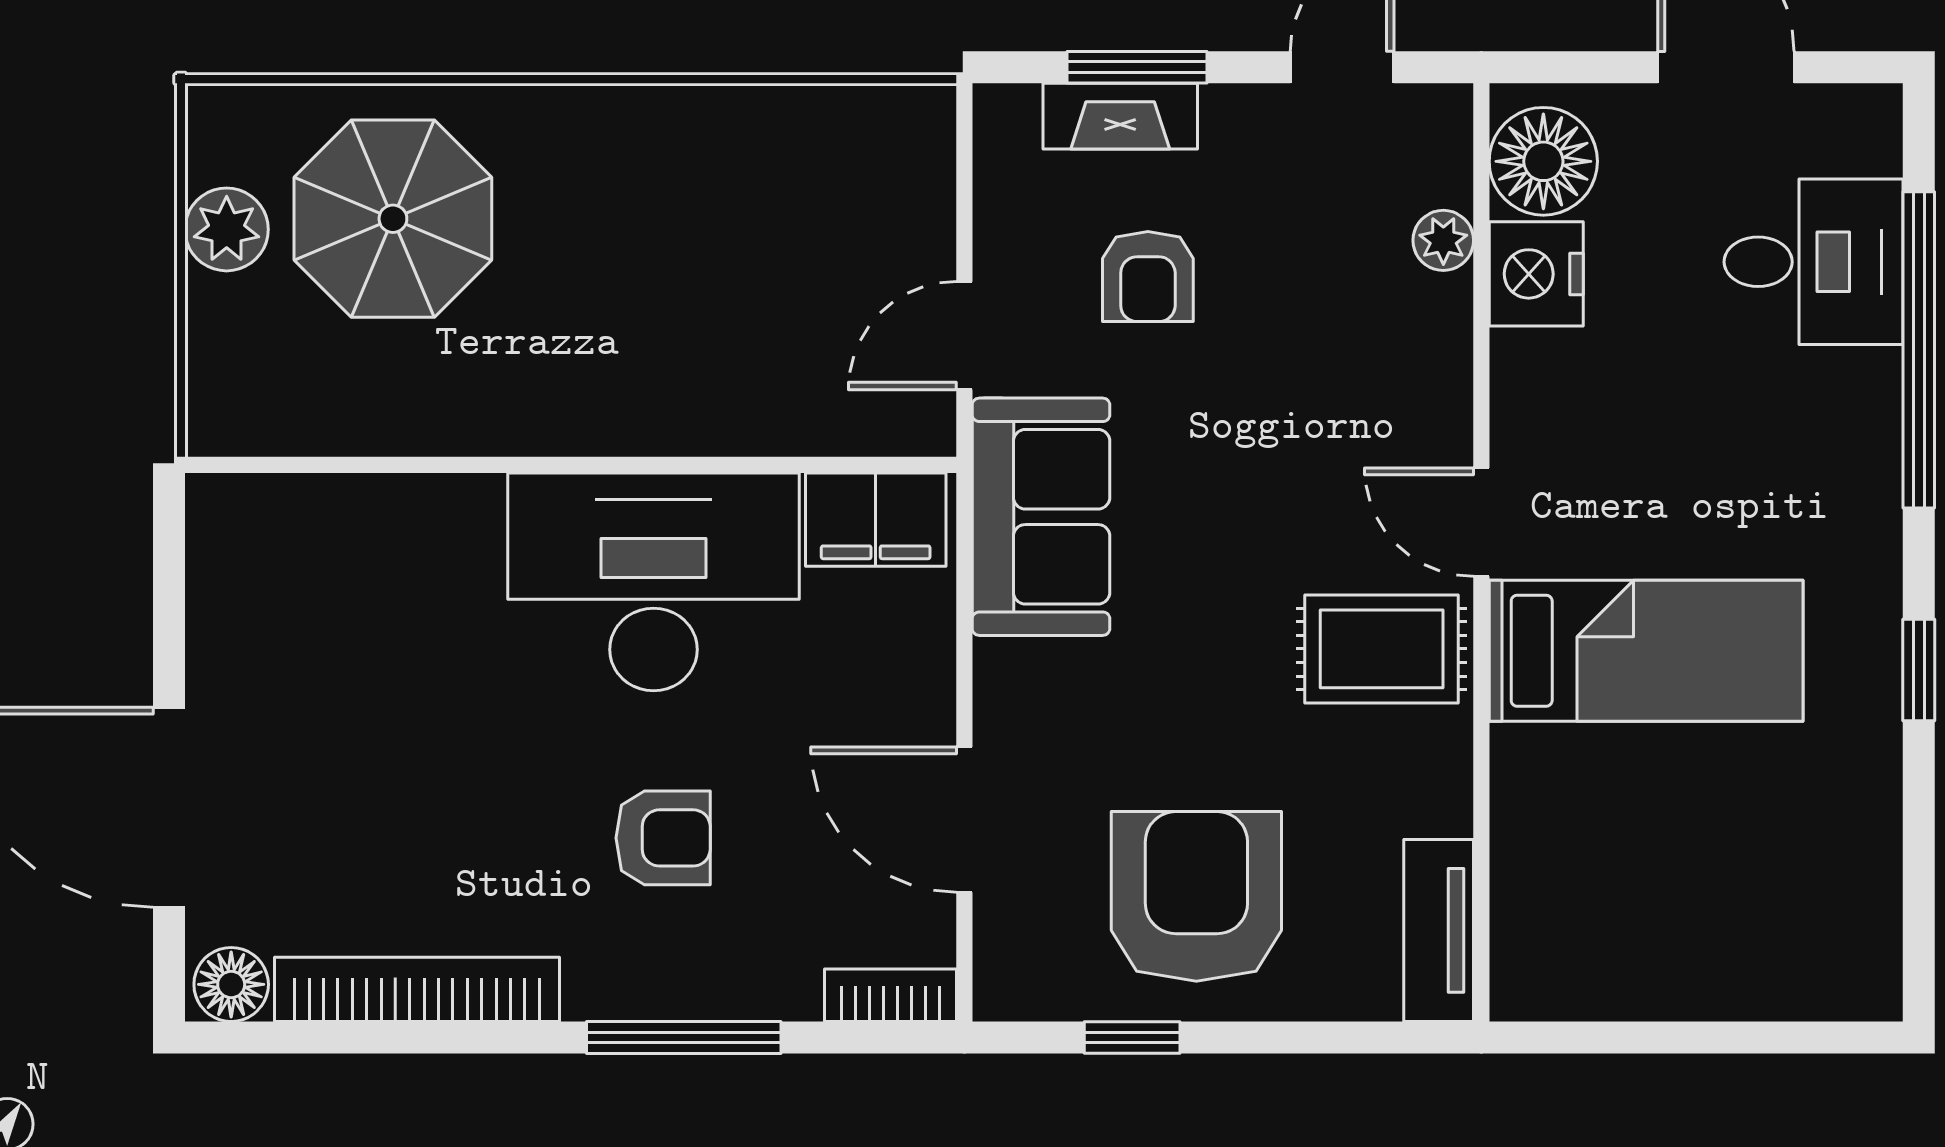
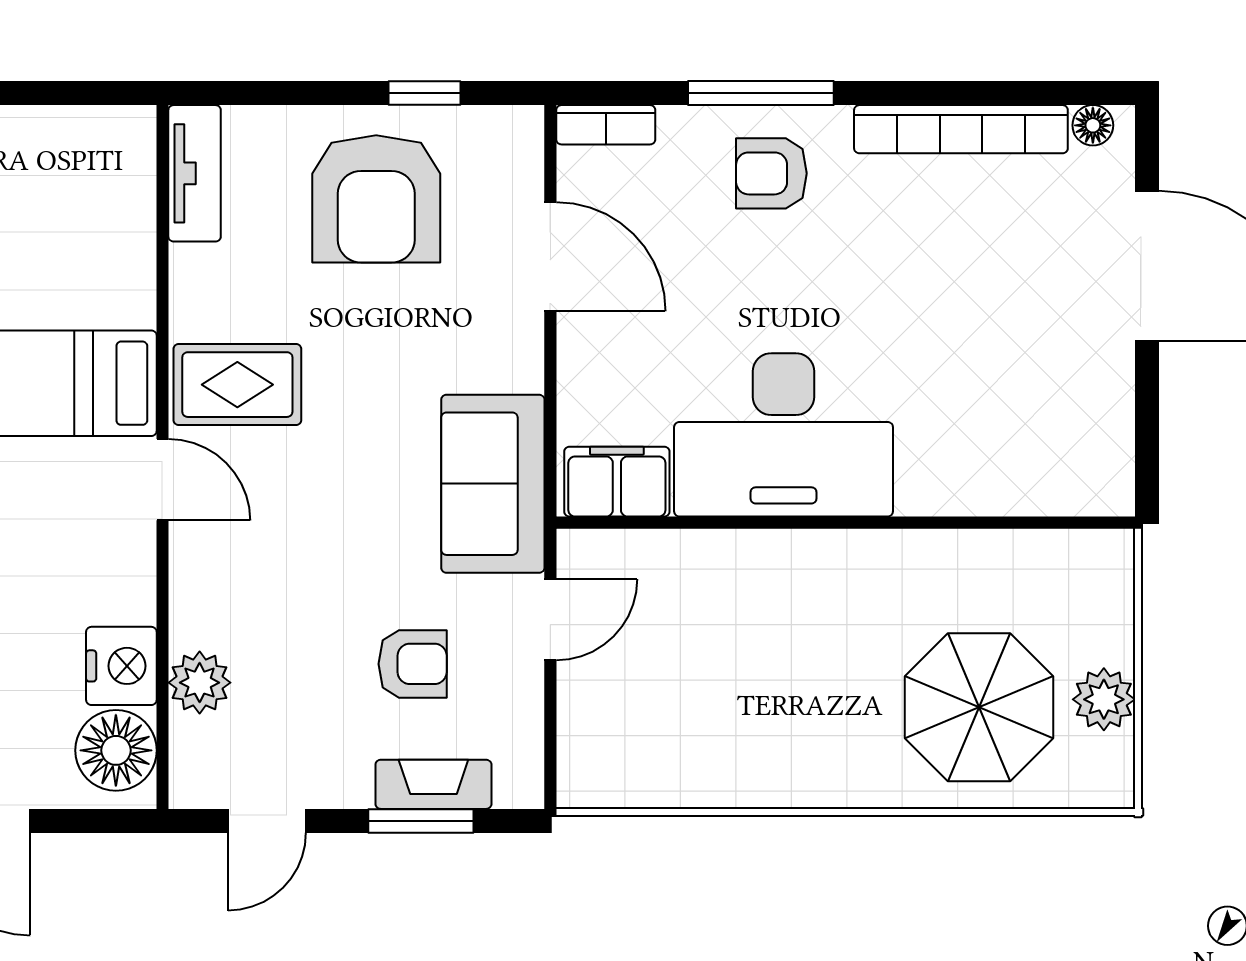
plant: (1443, 240) -> (200, 683), width x1.38, depth x1.38
armchair: (1148, 277) -> (413, 664), turned 90
armchair: (663, 838) -> (771, 173), moved
floor lamp: (231, 984) -> (1093, 125), width x0.73, depth x0.73

